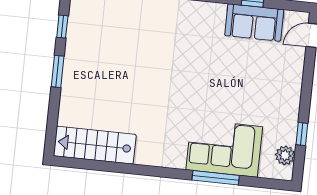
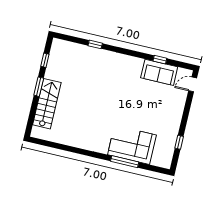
stairs: (95, 145) -> (47, 104), moved, turned 90
plant: (285, 155) -> (168, 154), removed

